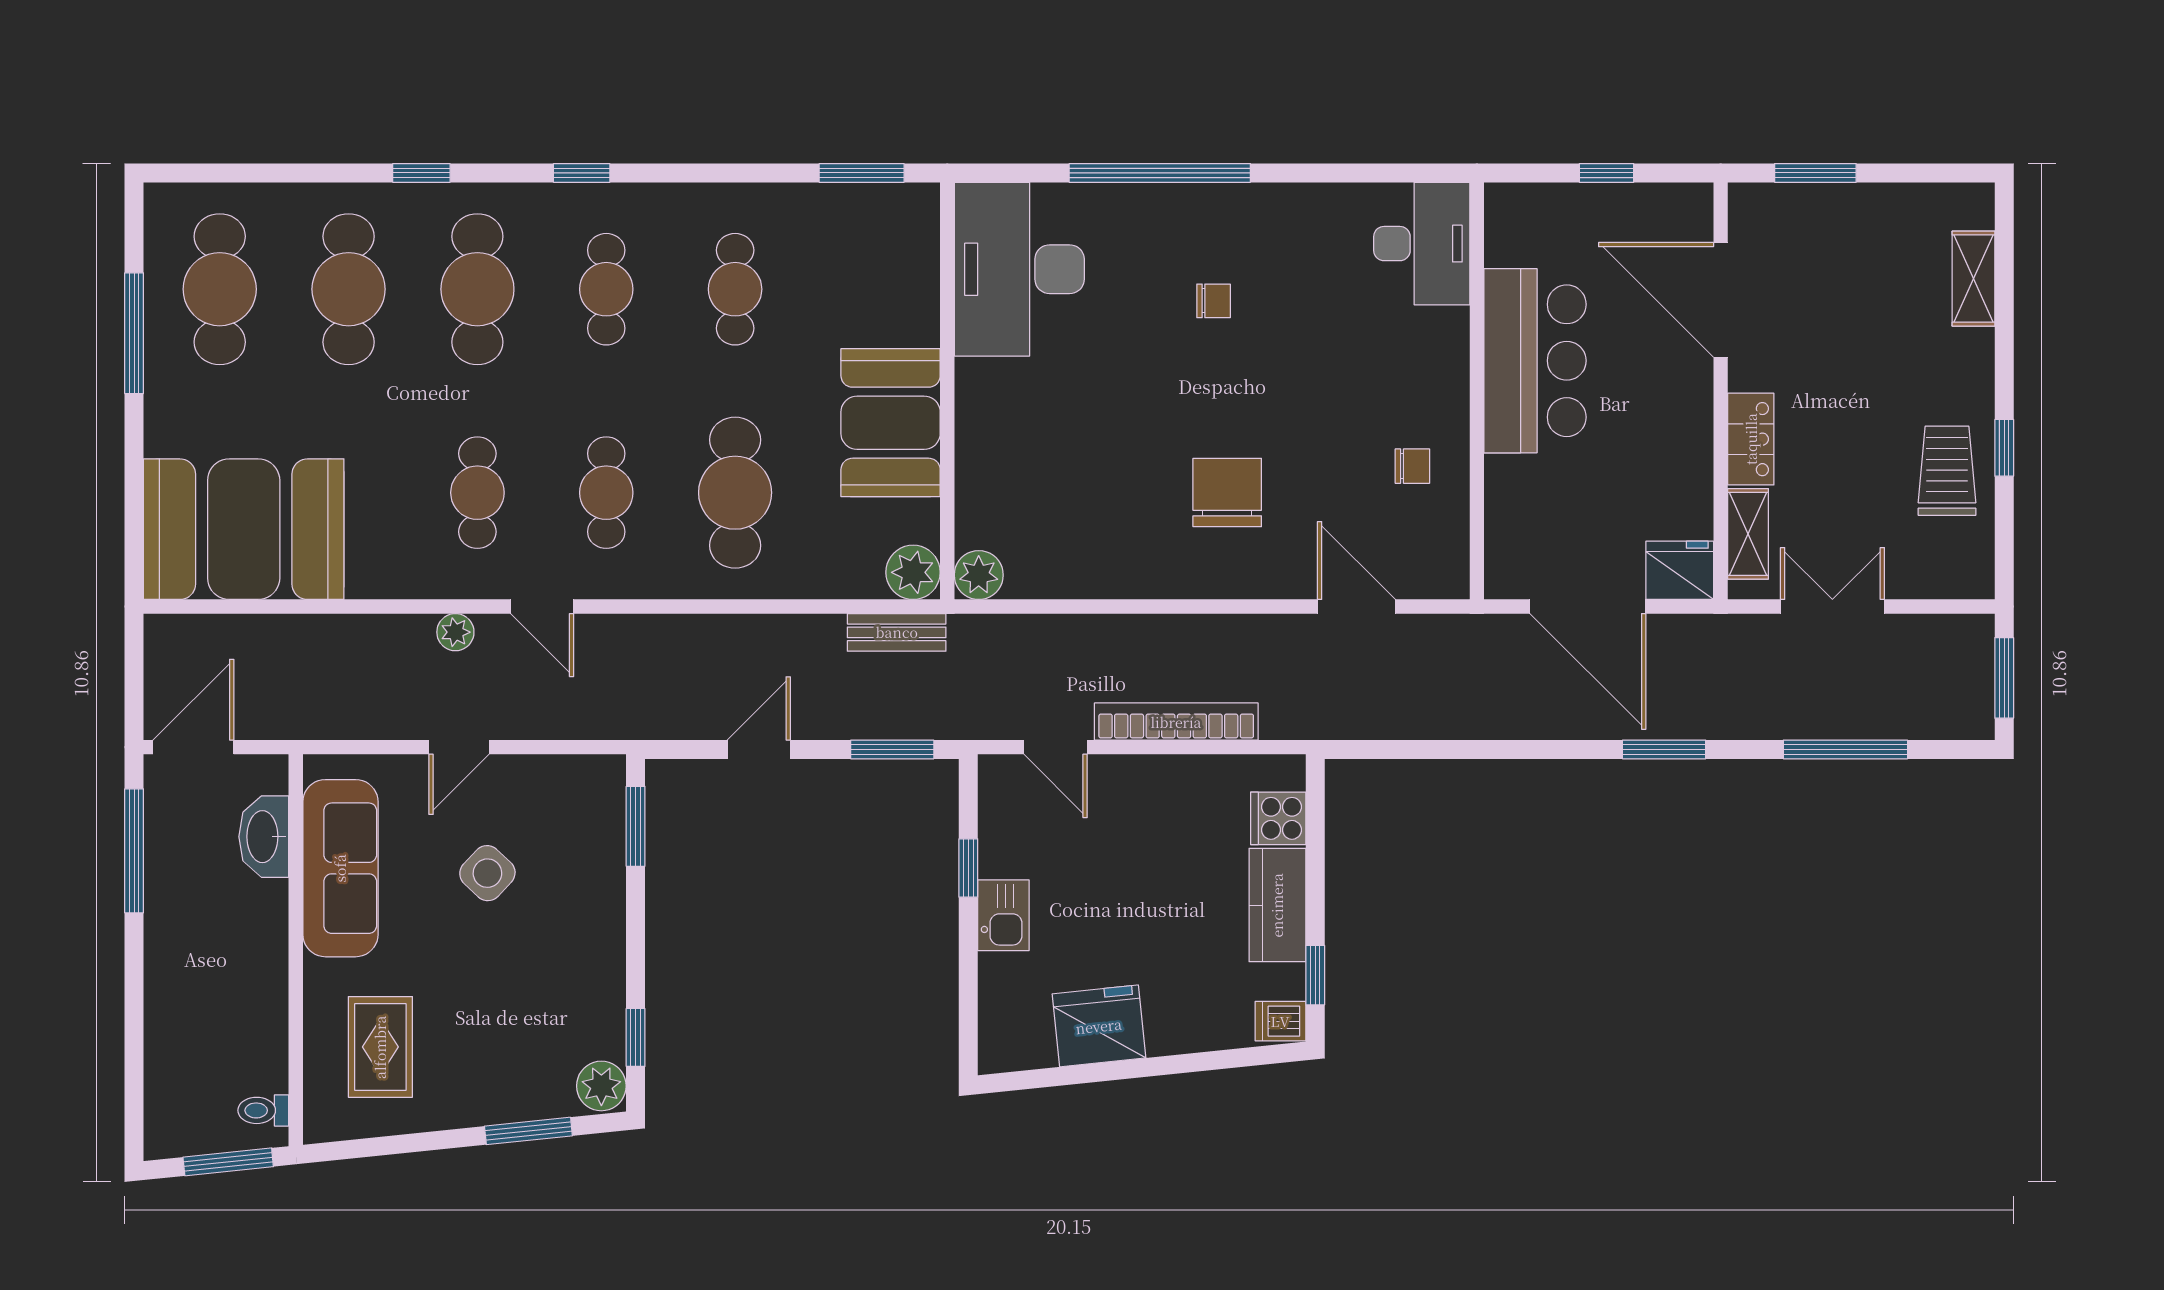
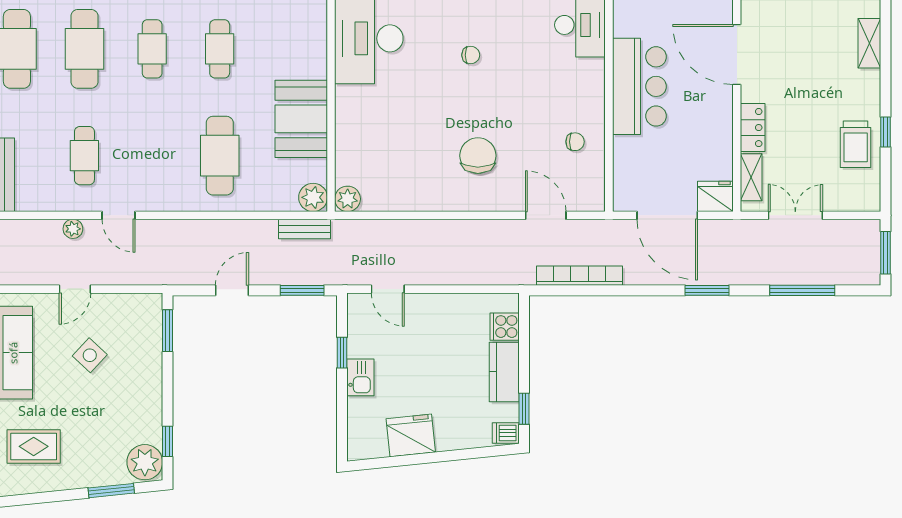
trolley: (1947, 471) -> (856, 144), turned 180
cafe table: (606, 493) -> (152, 156), removed
bookcase: (1176, 722) -> (580, 276), moved
rug: (380, 1047) -> (34, 446), turned 90
plant: (601, 1086) -> (145, 462), width x1.36, depth x1.36

